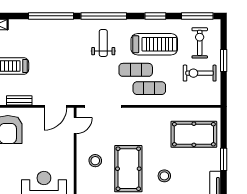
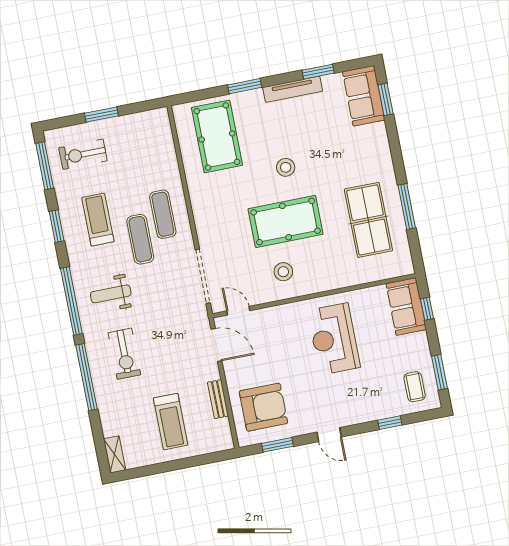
treadmill: (154, 44) -> (98, 220), width x0.73, depth x0.73
exercise bike: (200, 73) -> (124, 354), moved

